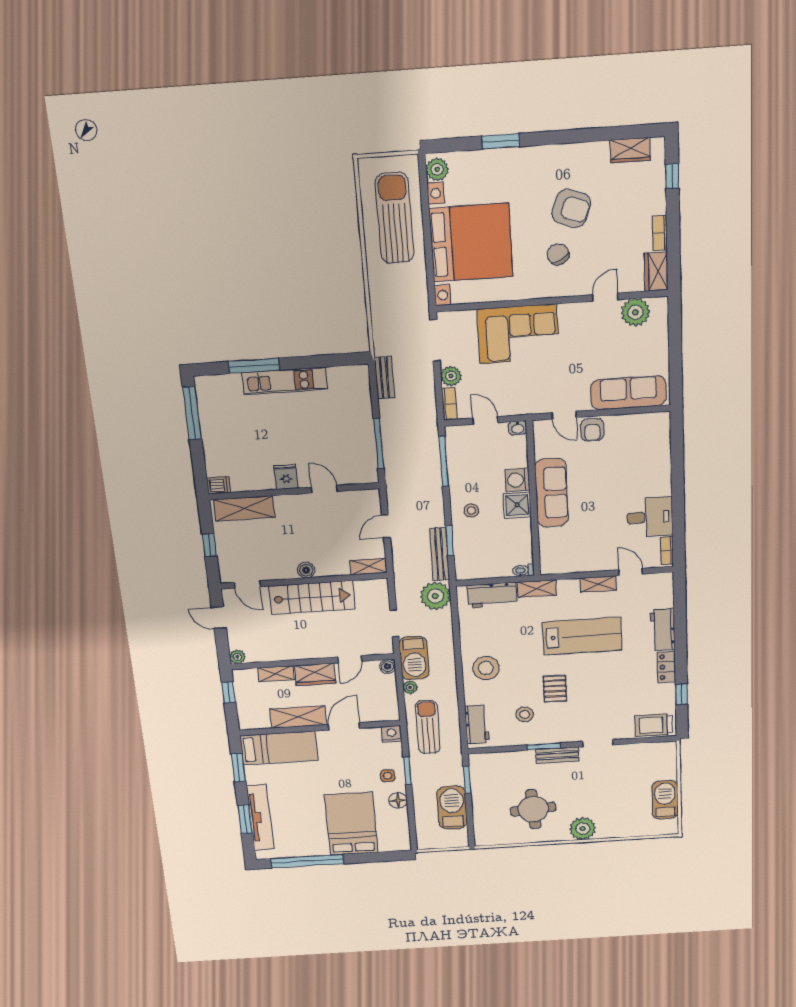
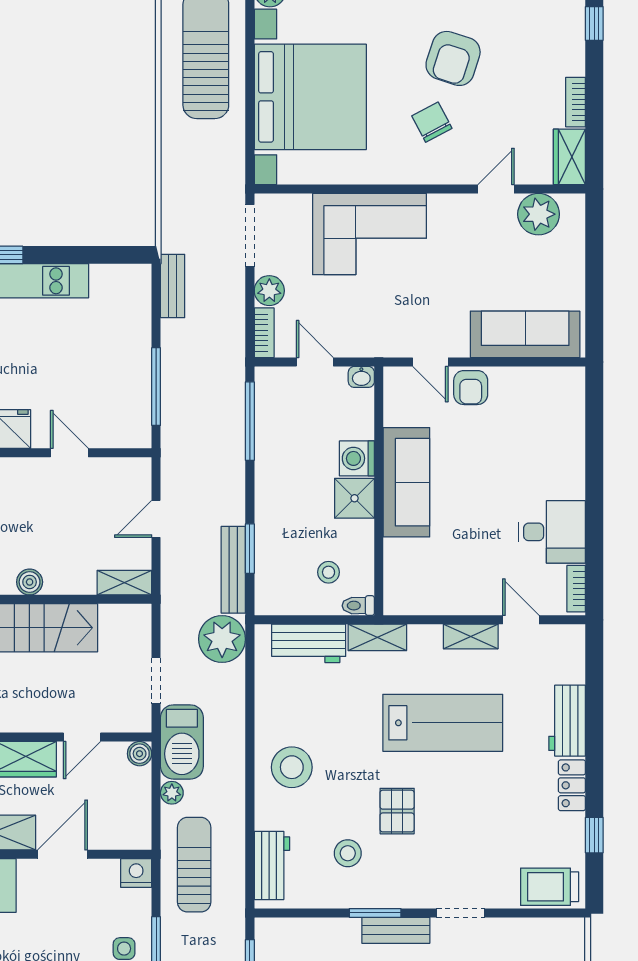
armchair: (571, 208) -> (453, 58), turned 88
stool: (471, 510) -> (329, 572), moved

